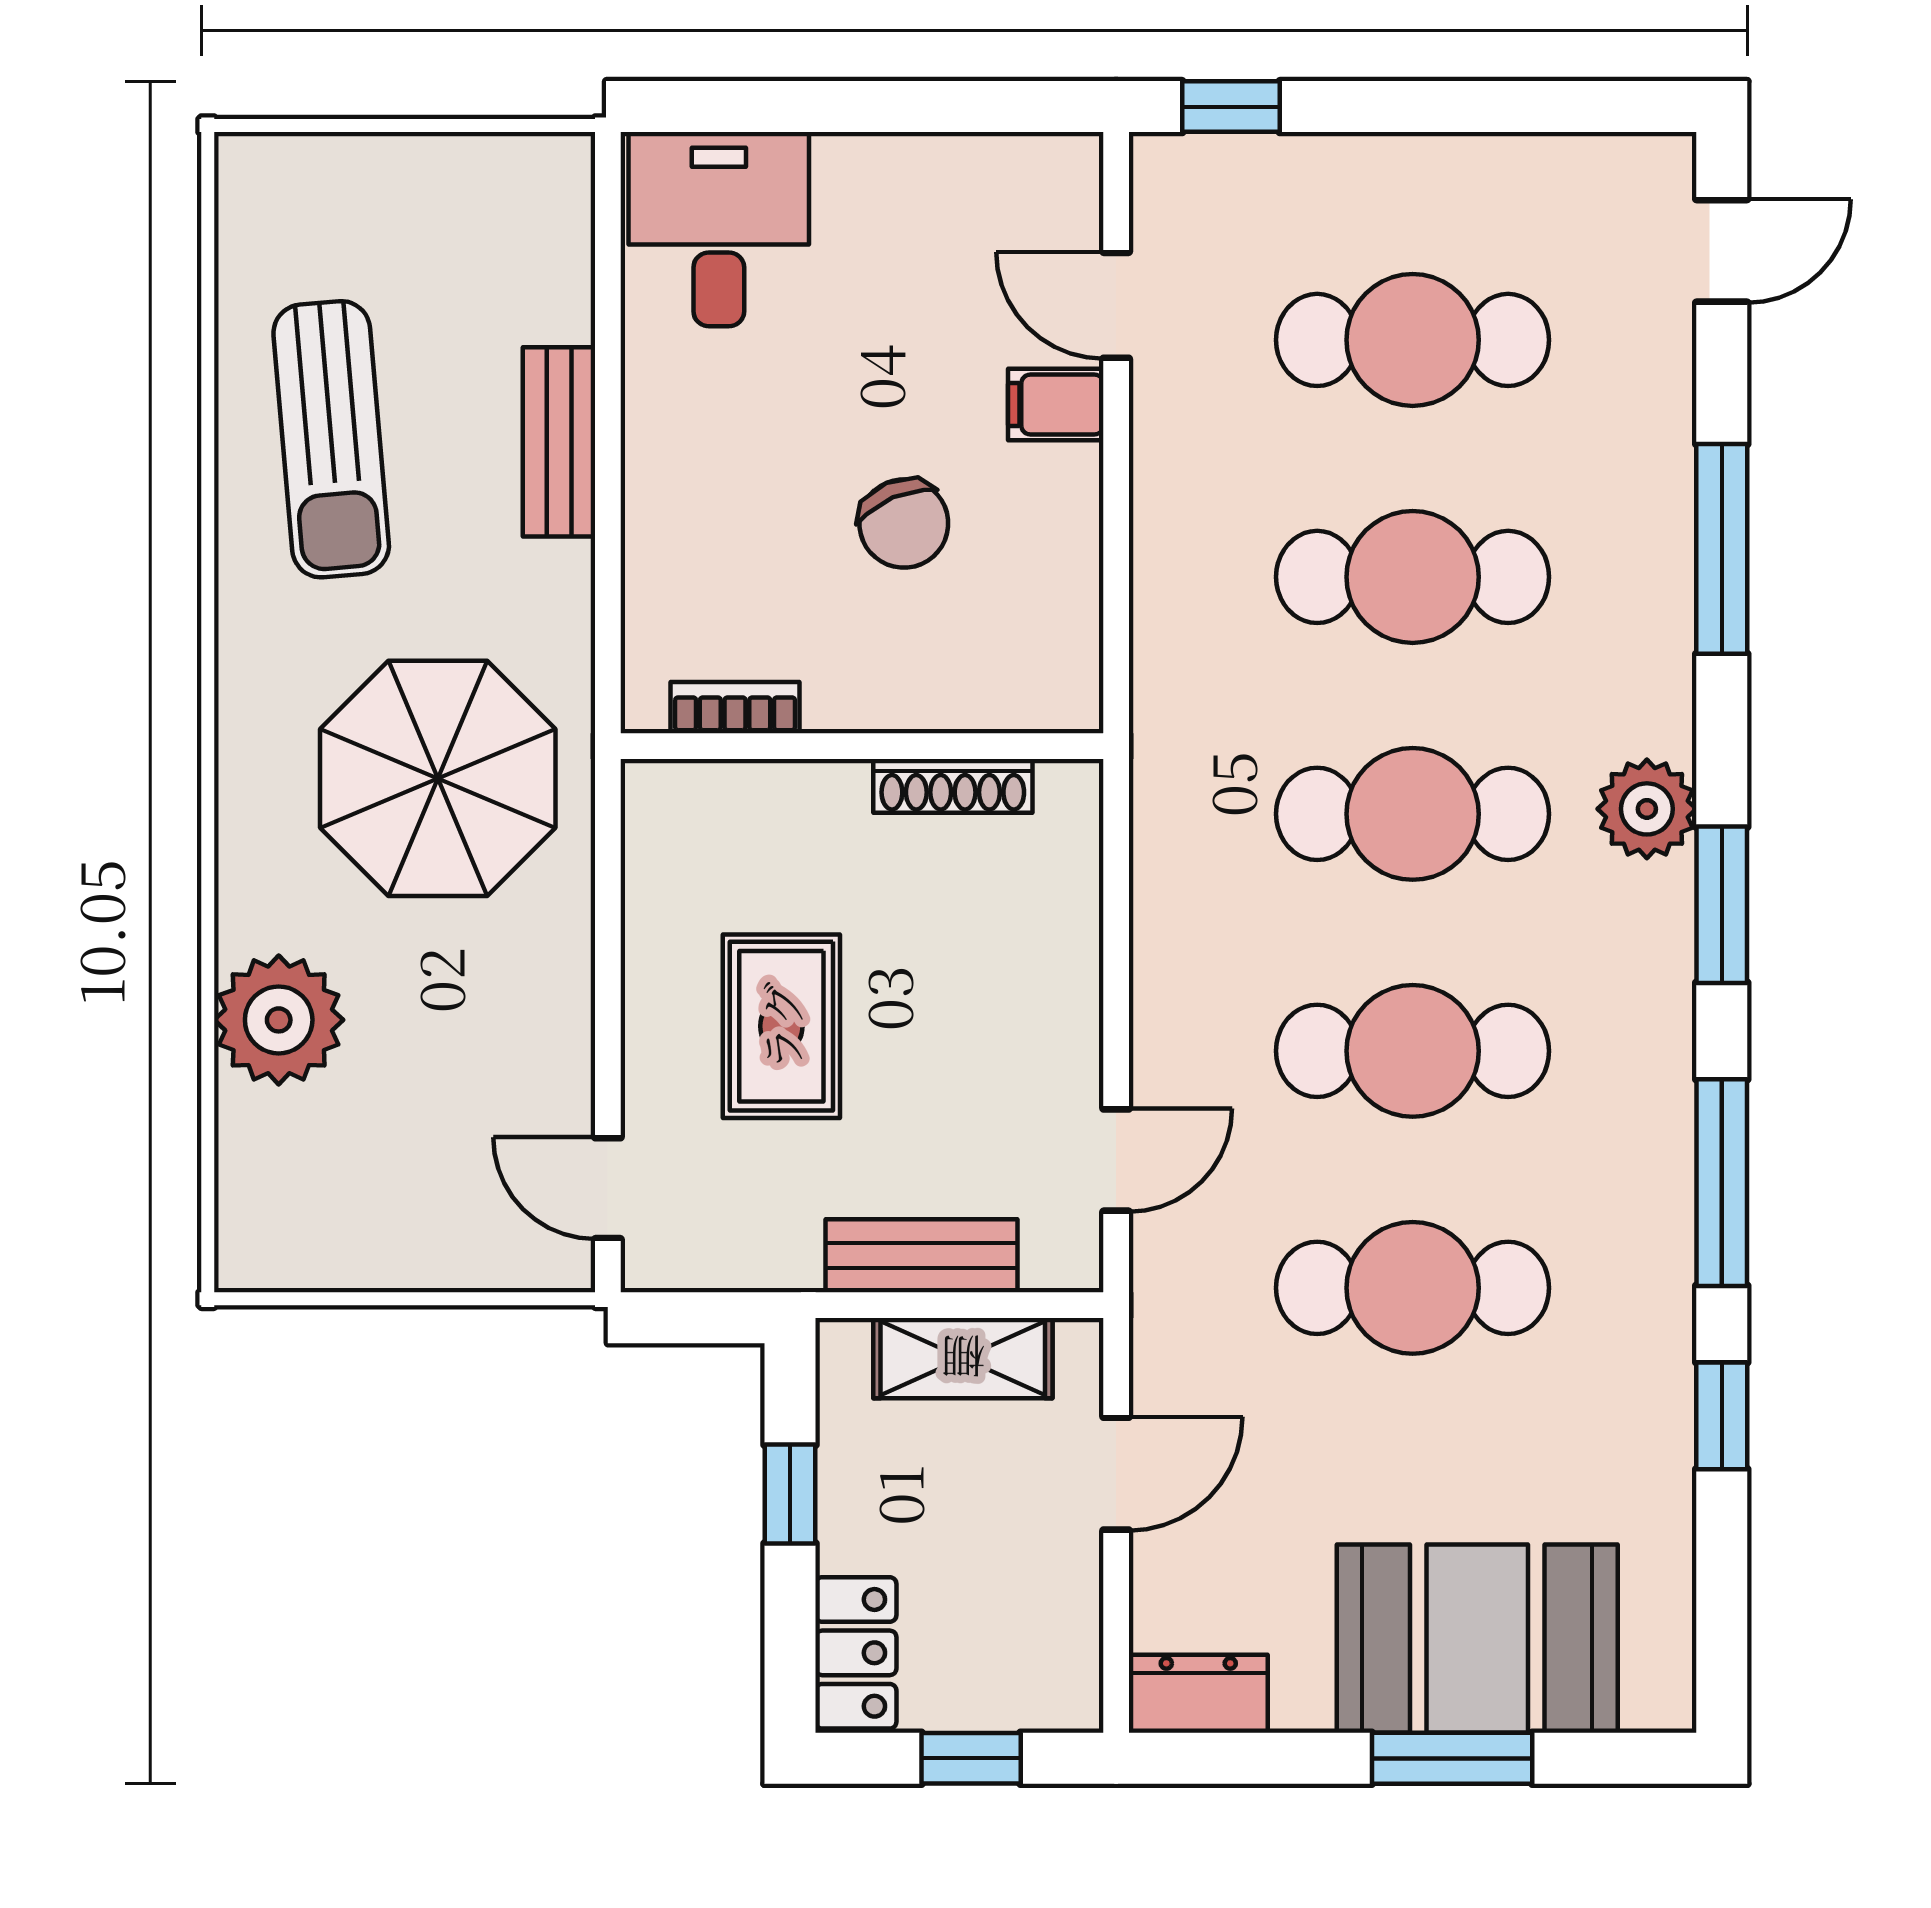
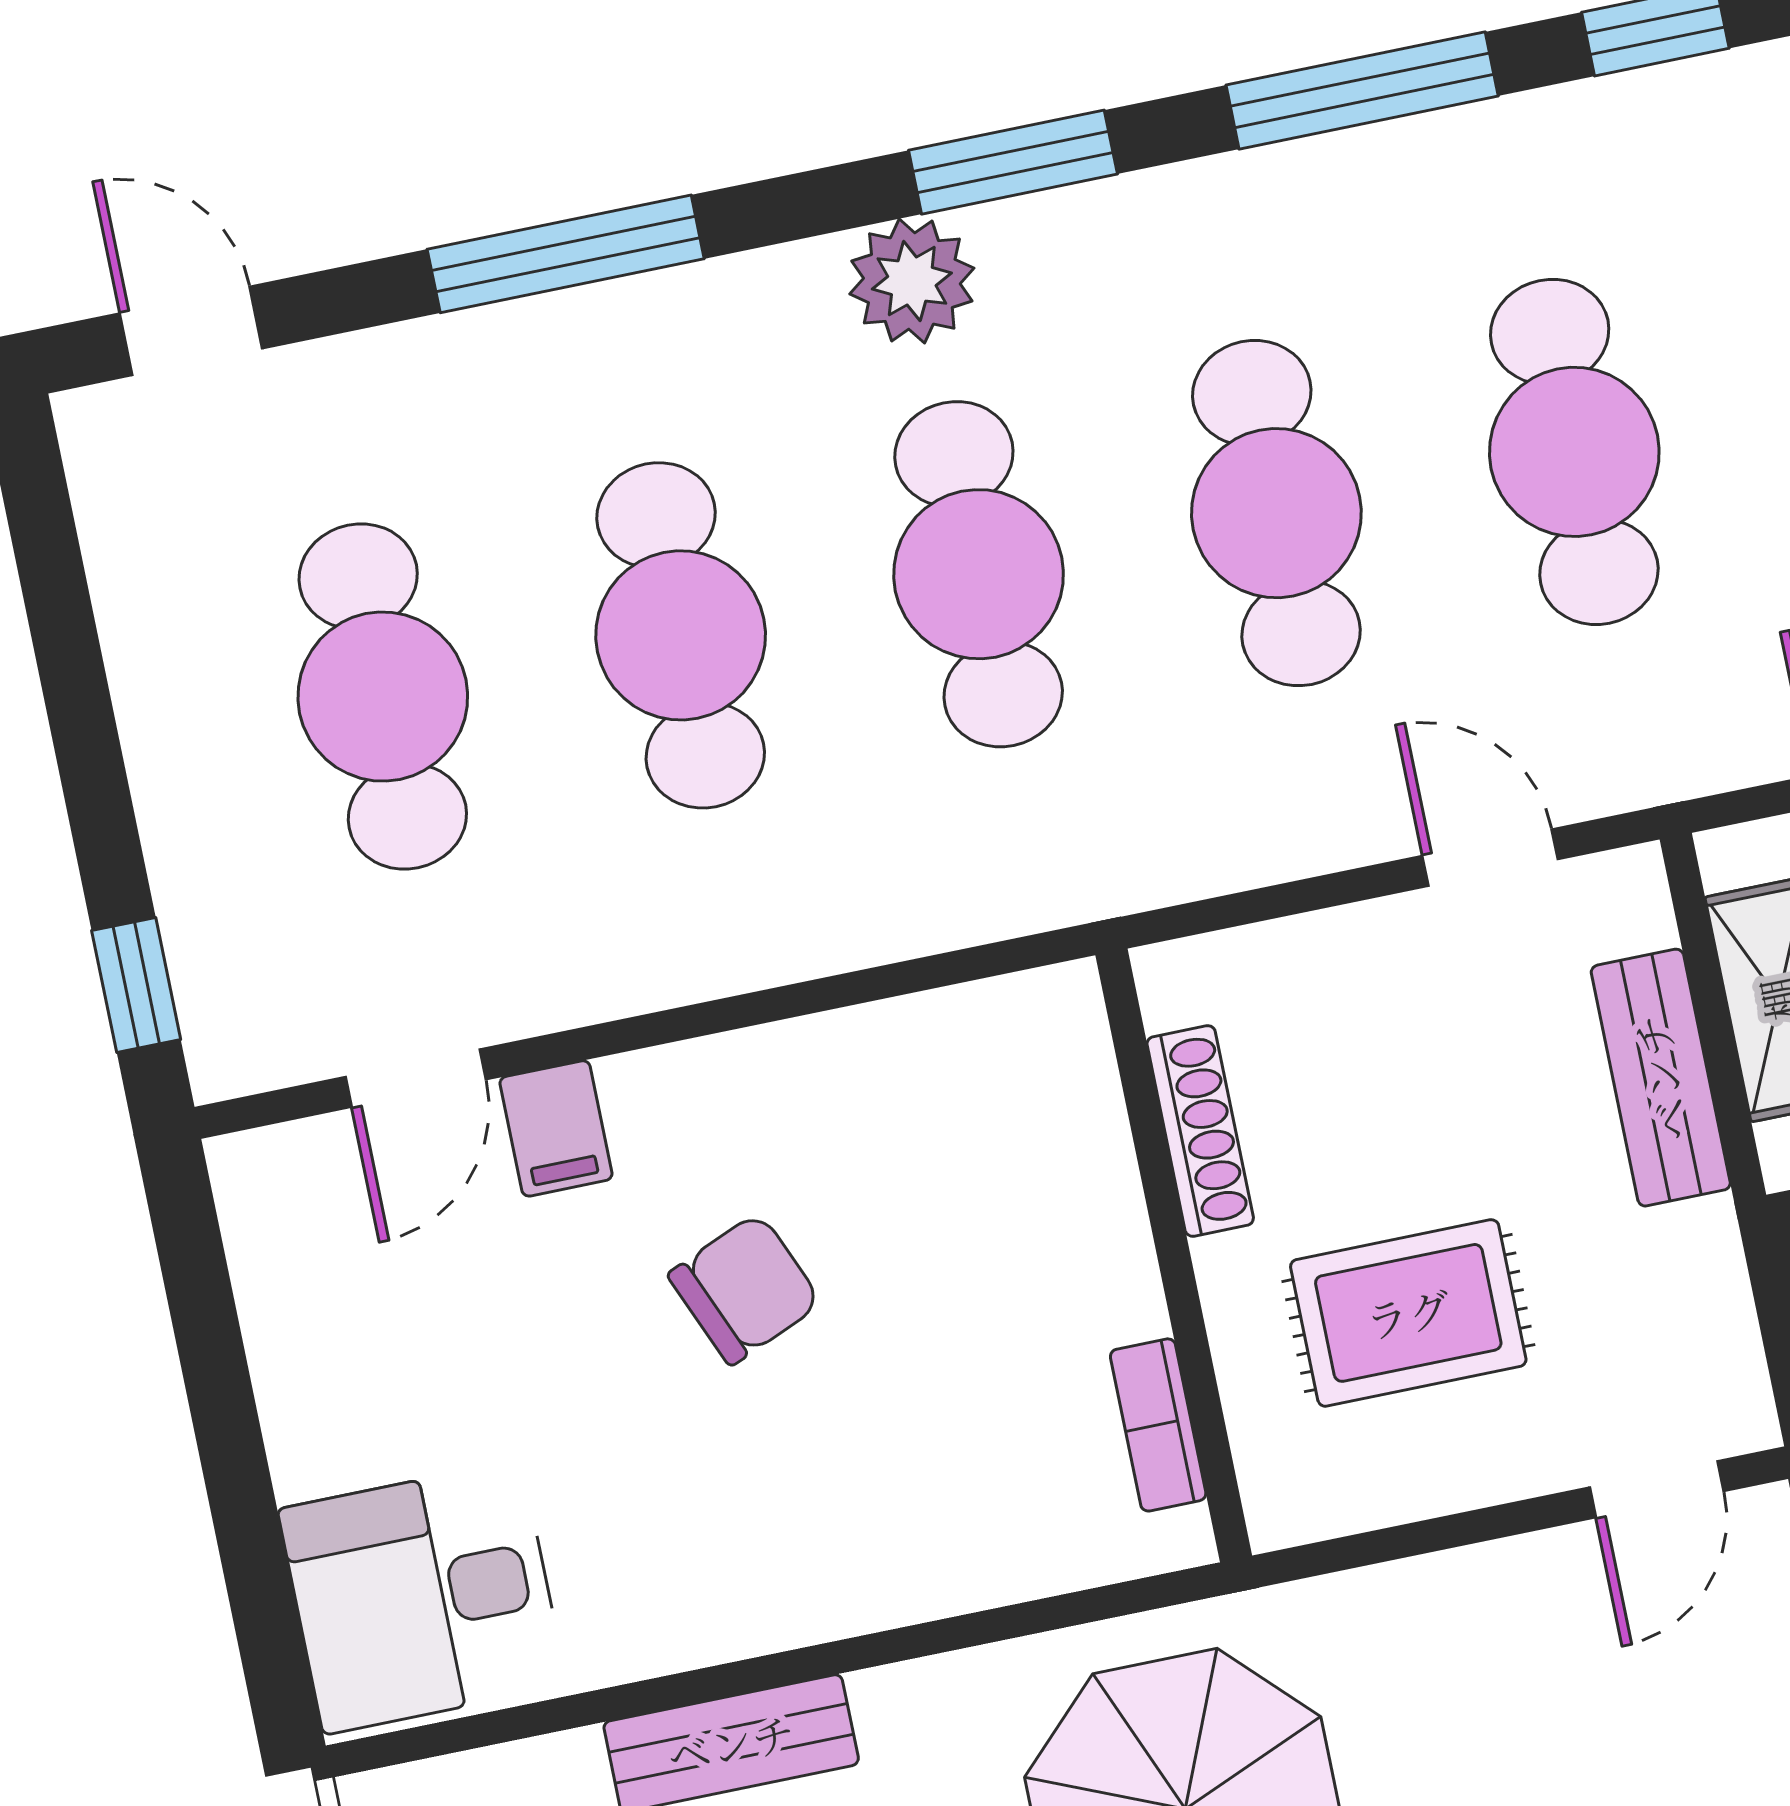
bookcase: (735, 708) -> (1158, 1425), moved
wall: (862, 746) -> (1174, 1255), moved
shoe rack: (953, 786) -> (1200, 1131), moved

